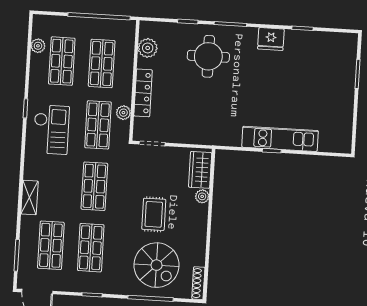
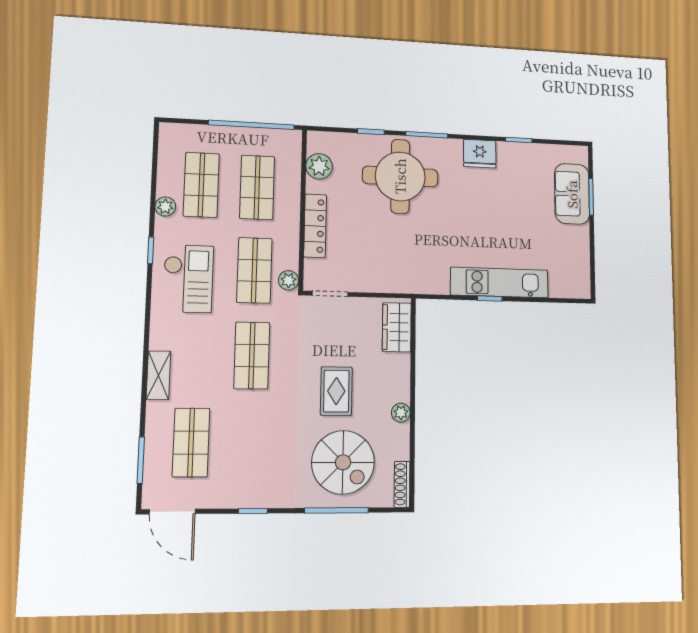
plant: (38, 46) -> (165, 207), moved
round table: (208, 56) -> (400, 176), width x1.36, depth x1.36
sofa: (342, 71) -> (572, 194), added
plant: (123, 113) -> (289, 280), moved
plant: (202, 196) -> (401, 413), moved
shop shelf: (91, 248) -> (249, 443), removed

